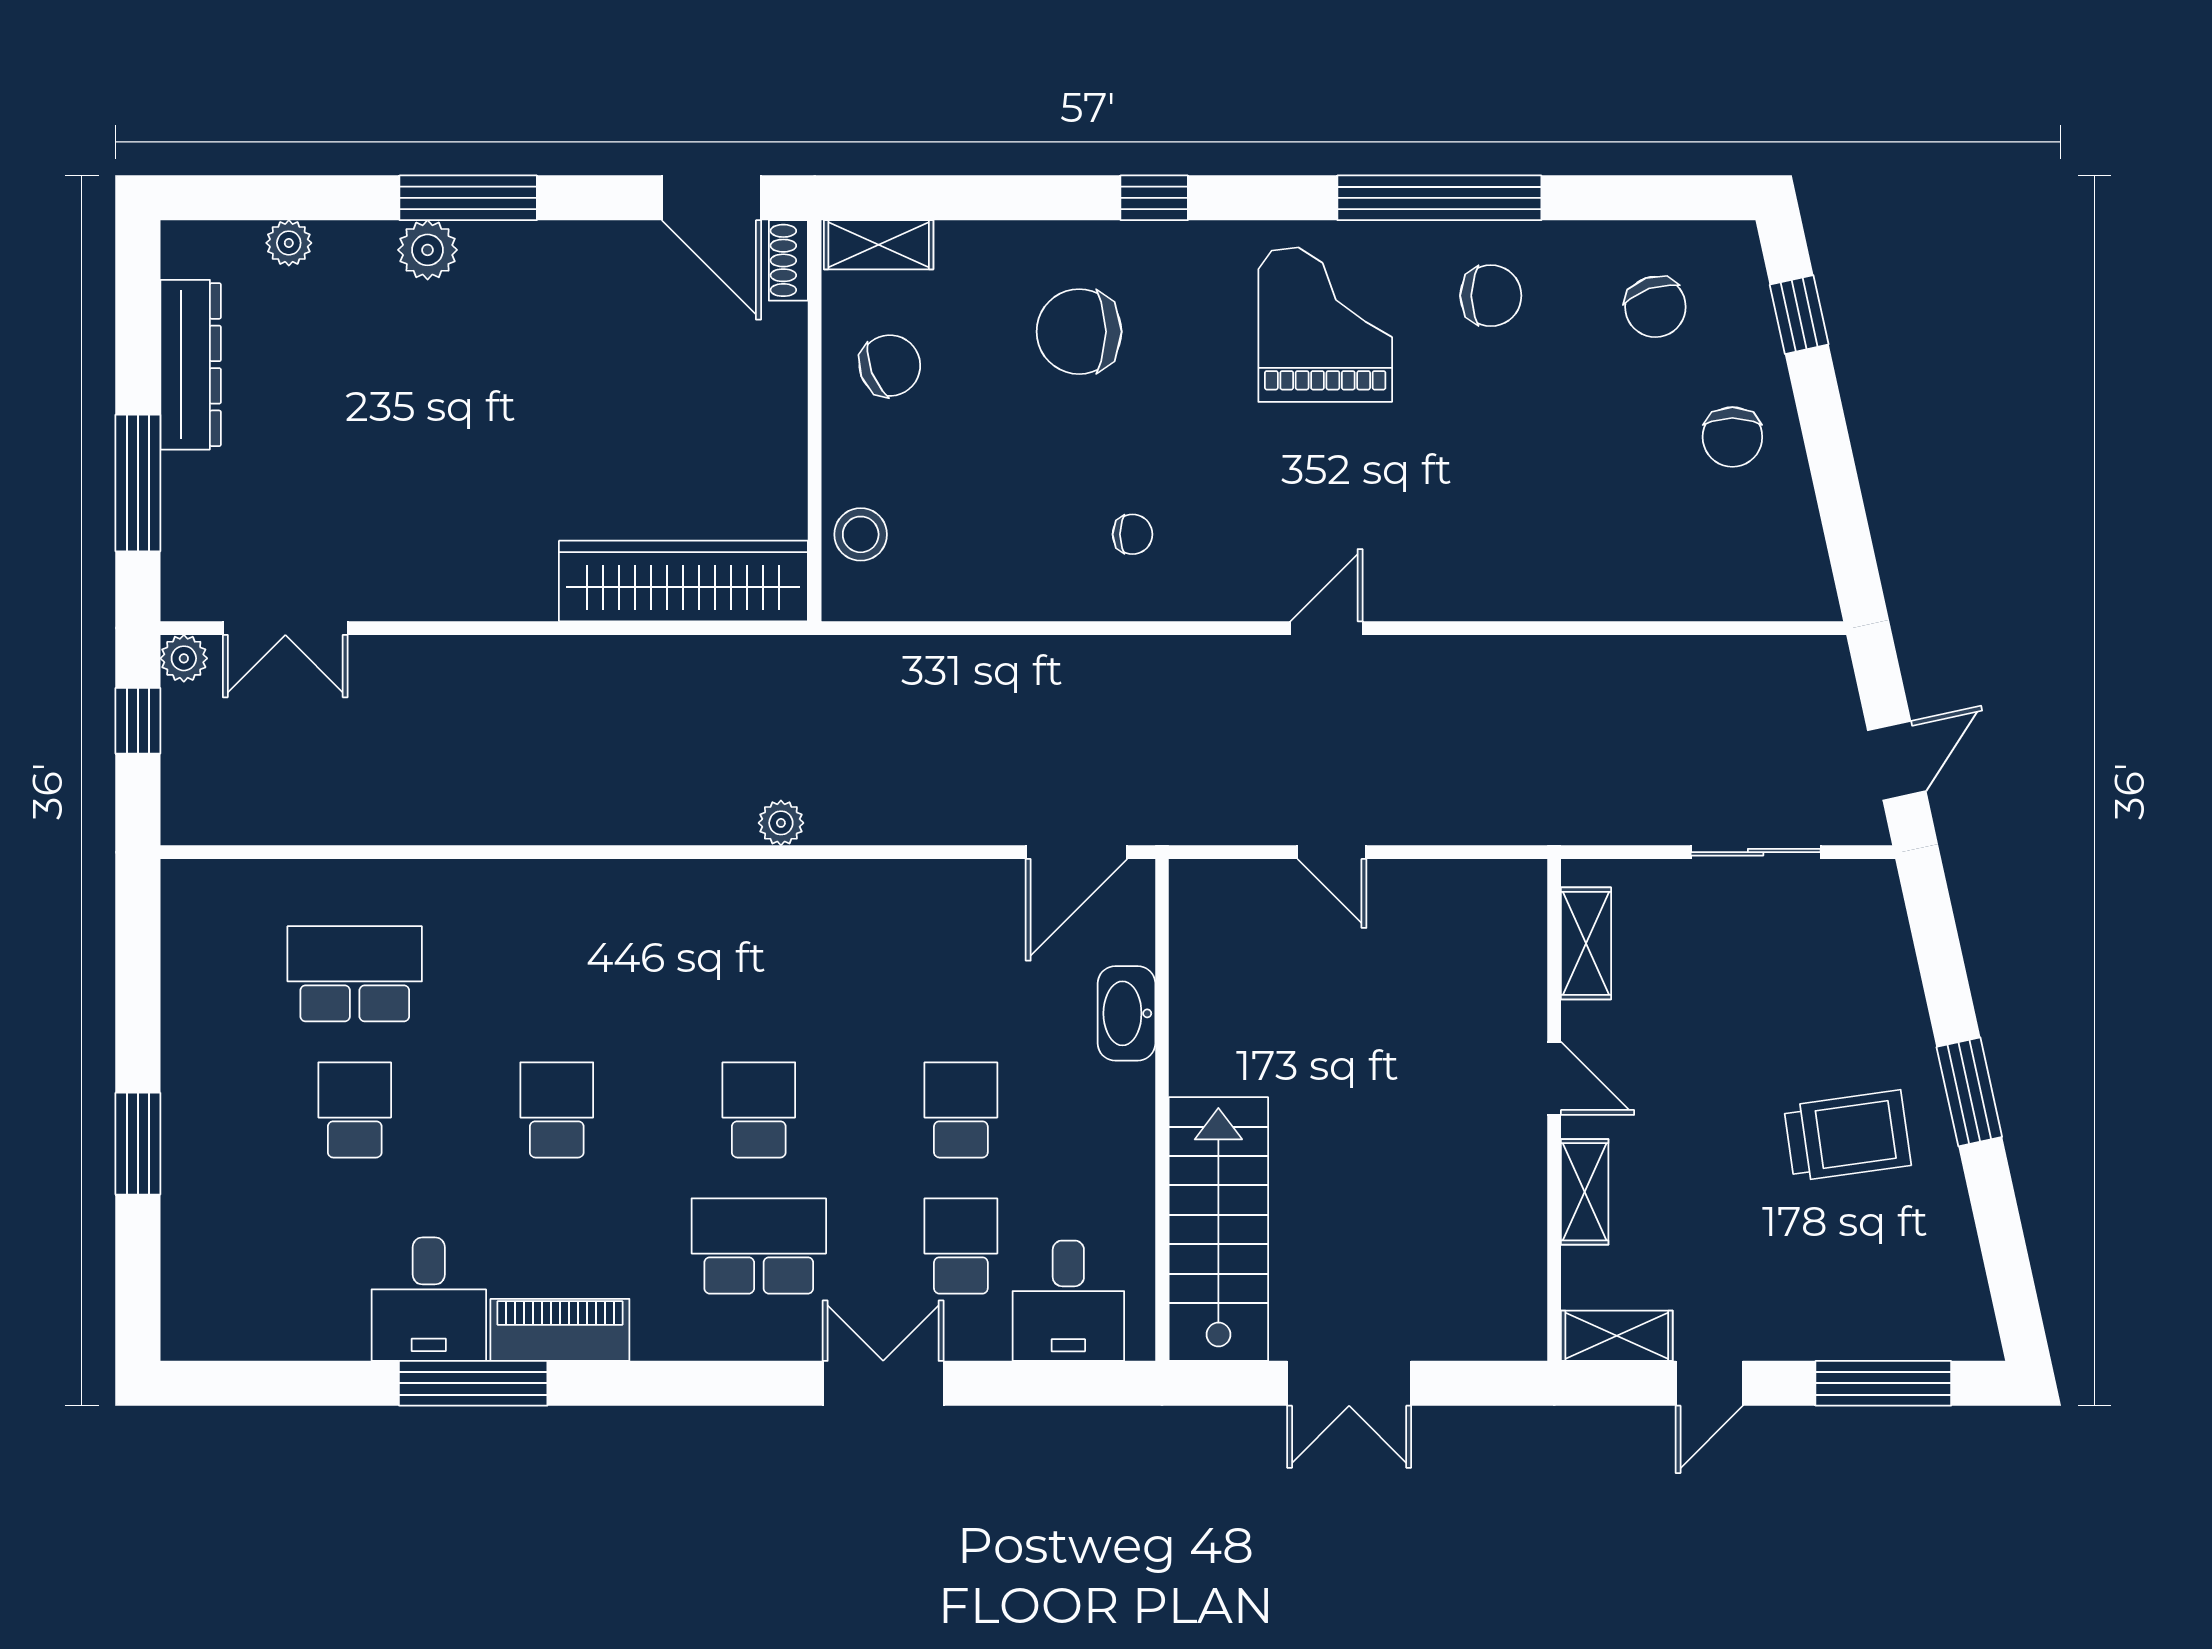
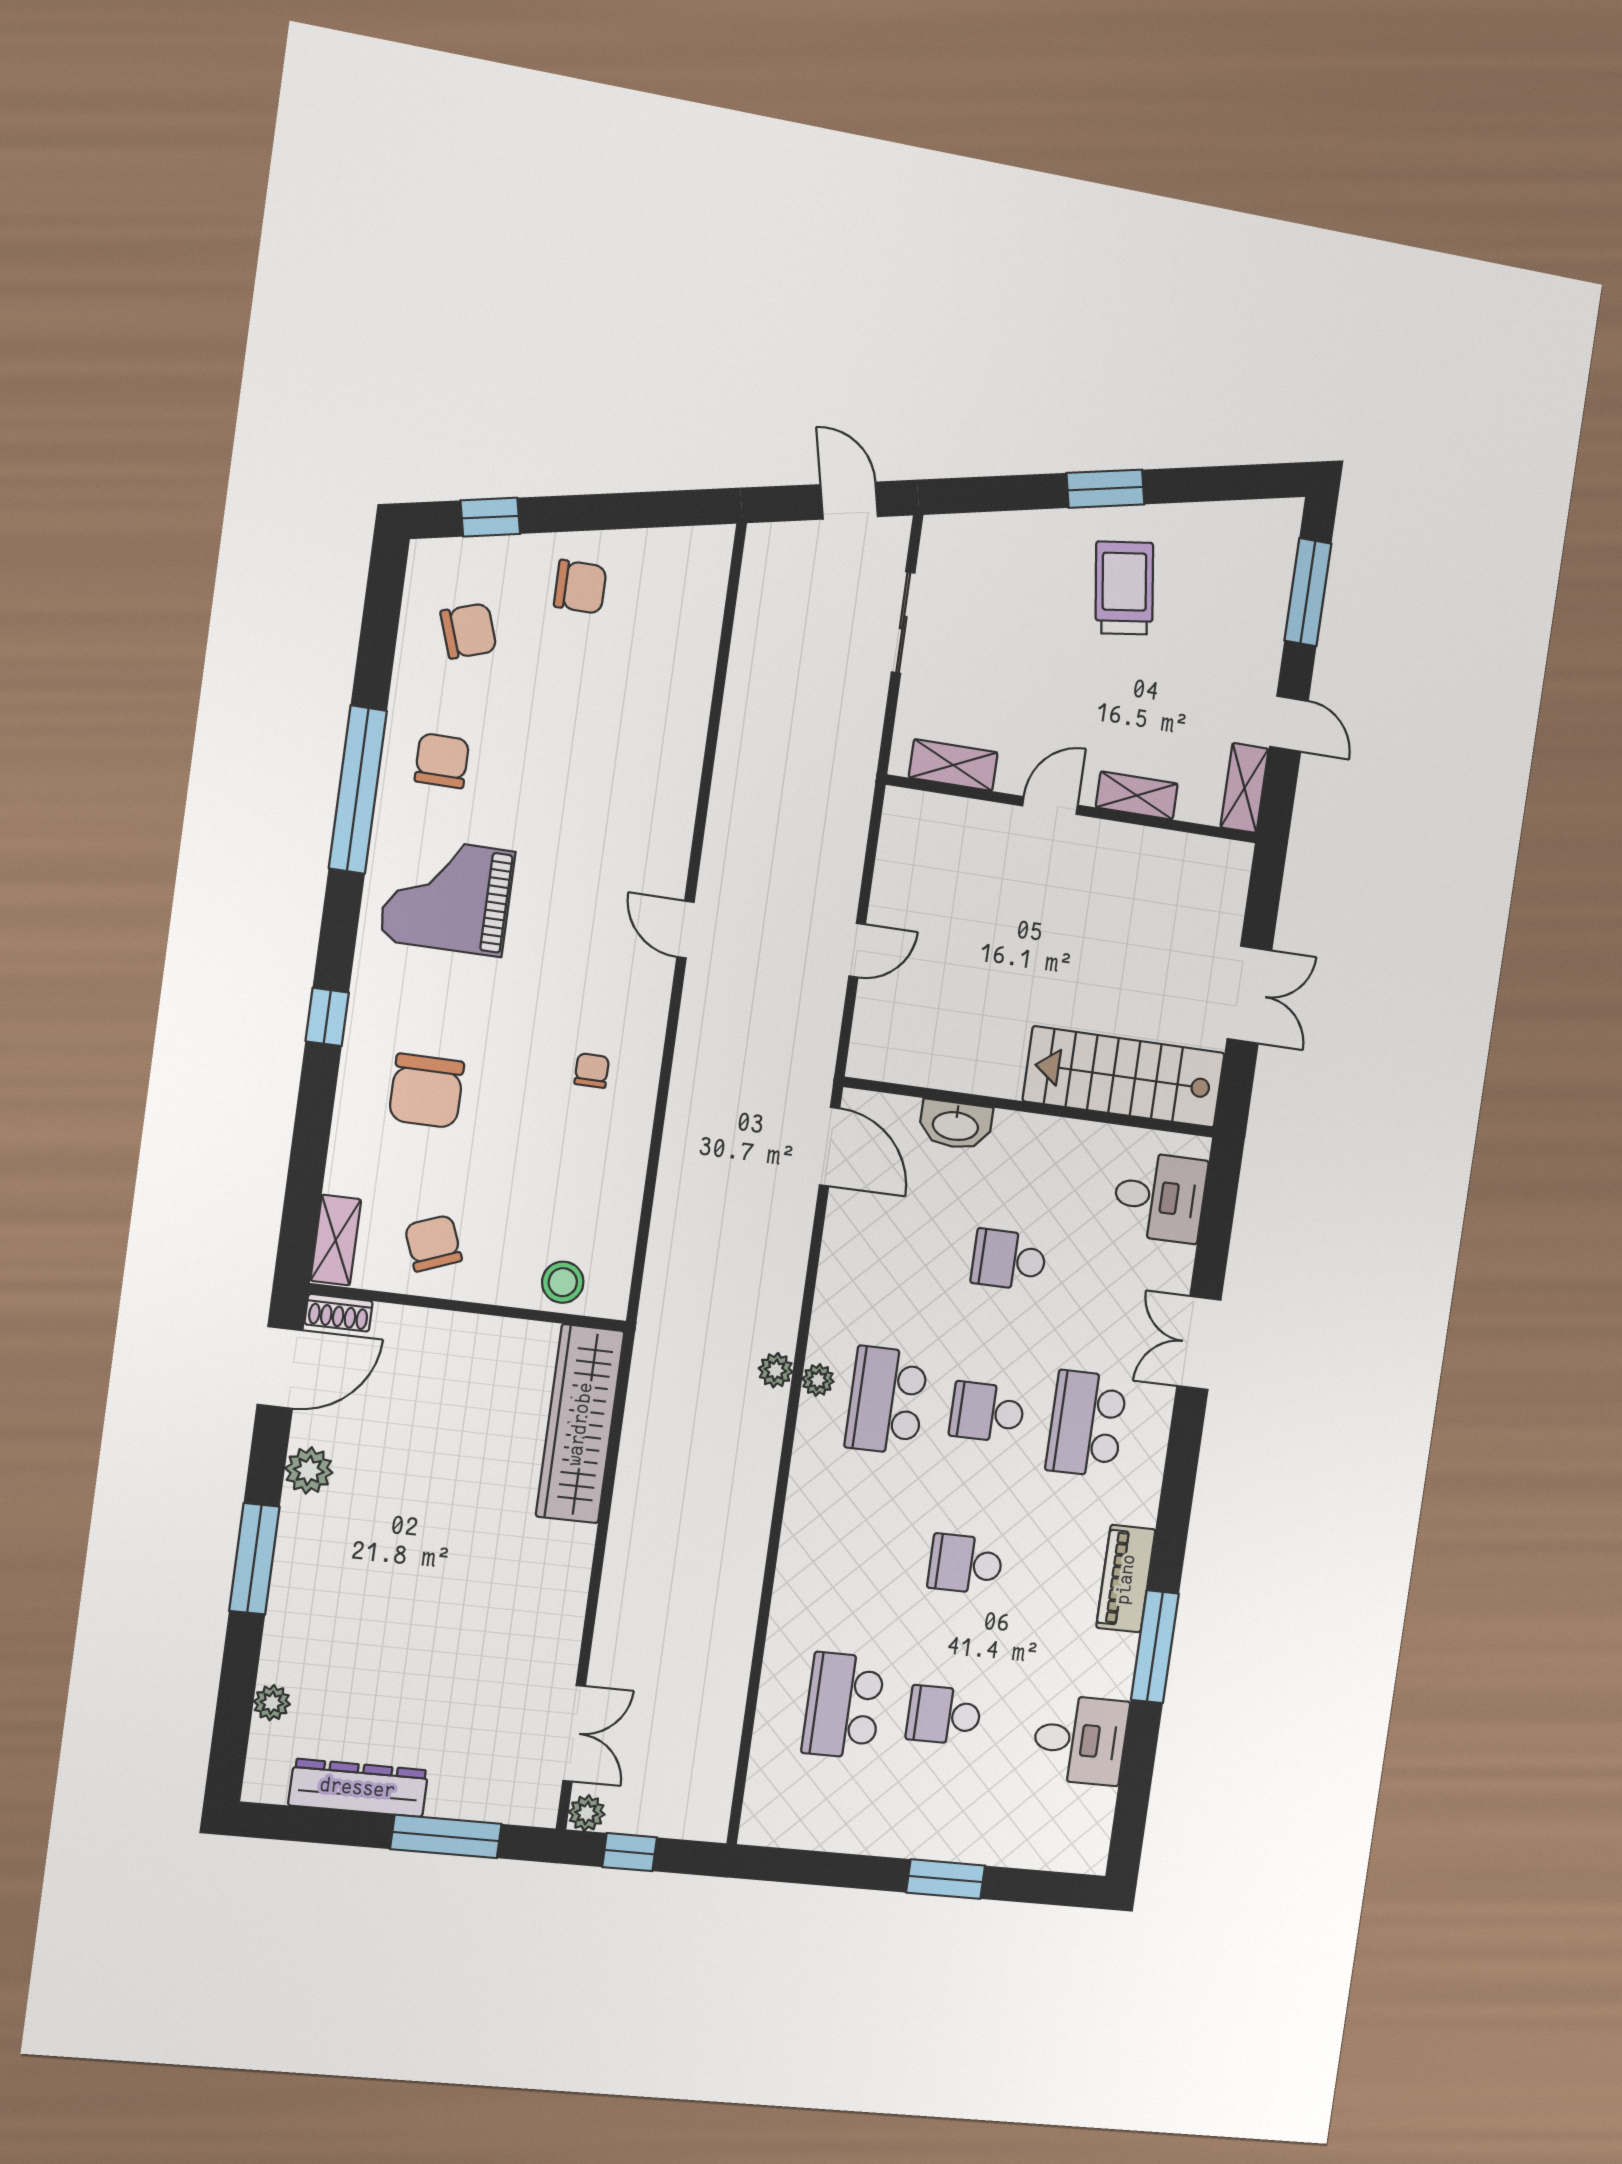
plant: (428, 250) -> (309, 1470), moved
plant: (775, 880) -> (818, 1380), added
school desk: (961, 1246) -> (887, 1400), moved, width x1.85
desk: (429, 1299) -> (1080, 1740), moved

